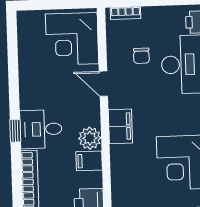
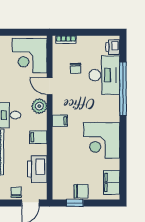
filing cabinet: (120, 126) -> (60, 121), width x0.50
plant: (90, 138) -> (39, 106), moved

